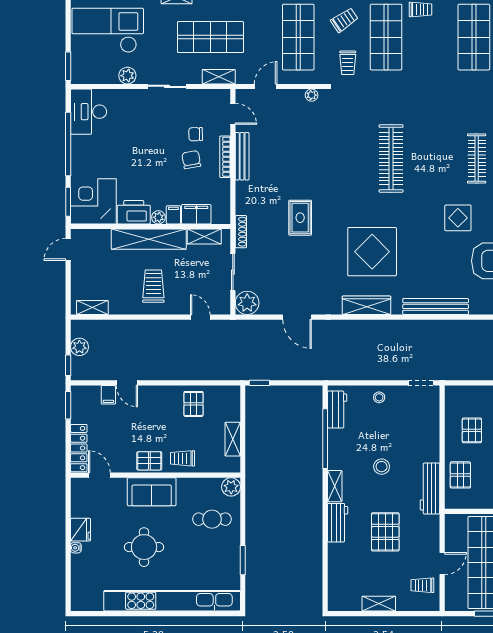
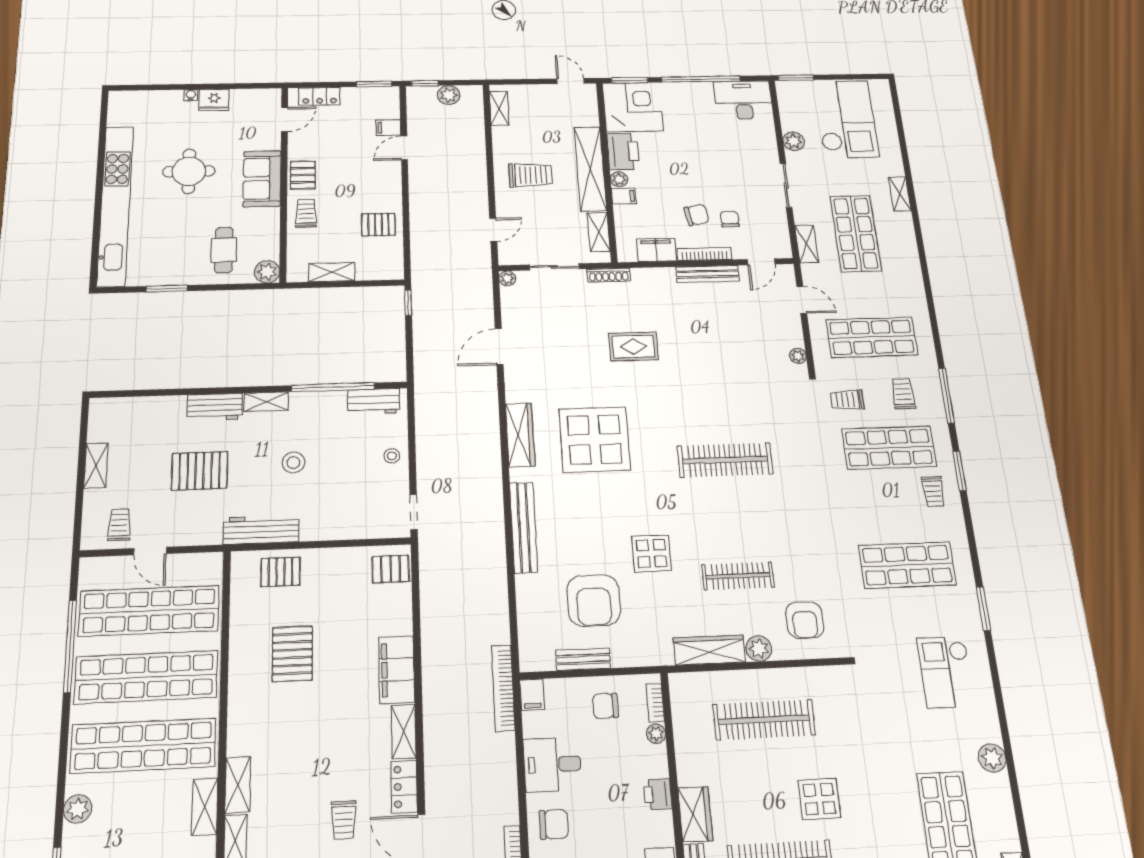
trolley: (344, 20) -> (903, 394), turned -146
filing cabinet: (196, 214) -> (656, 250), moved, turned -90
plant: (247, 303) -> (507, 279), width x0.53, depth x0.53
pallet: (472, 430) -> (391, 569), moved
locker: (79, 448) -> (320, 96), width x0.66

